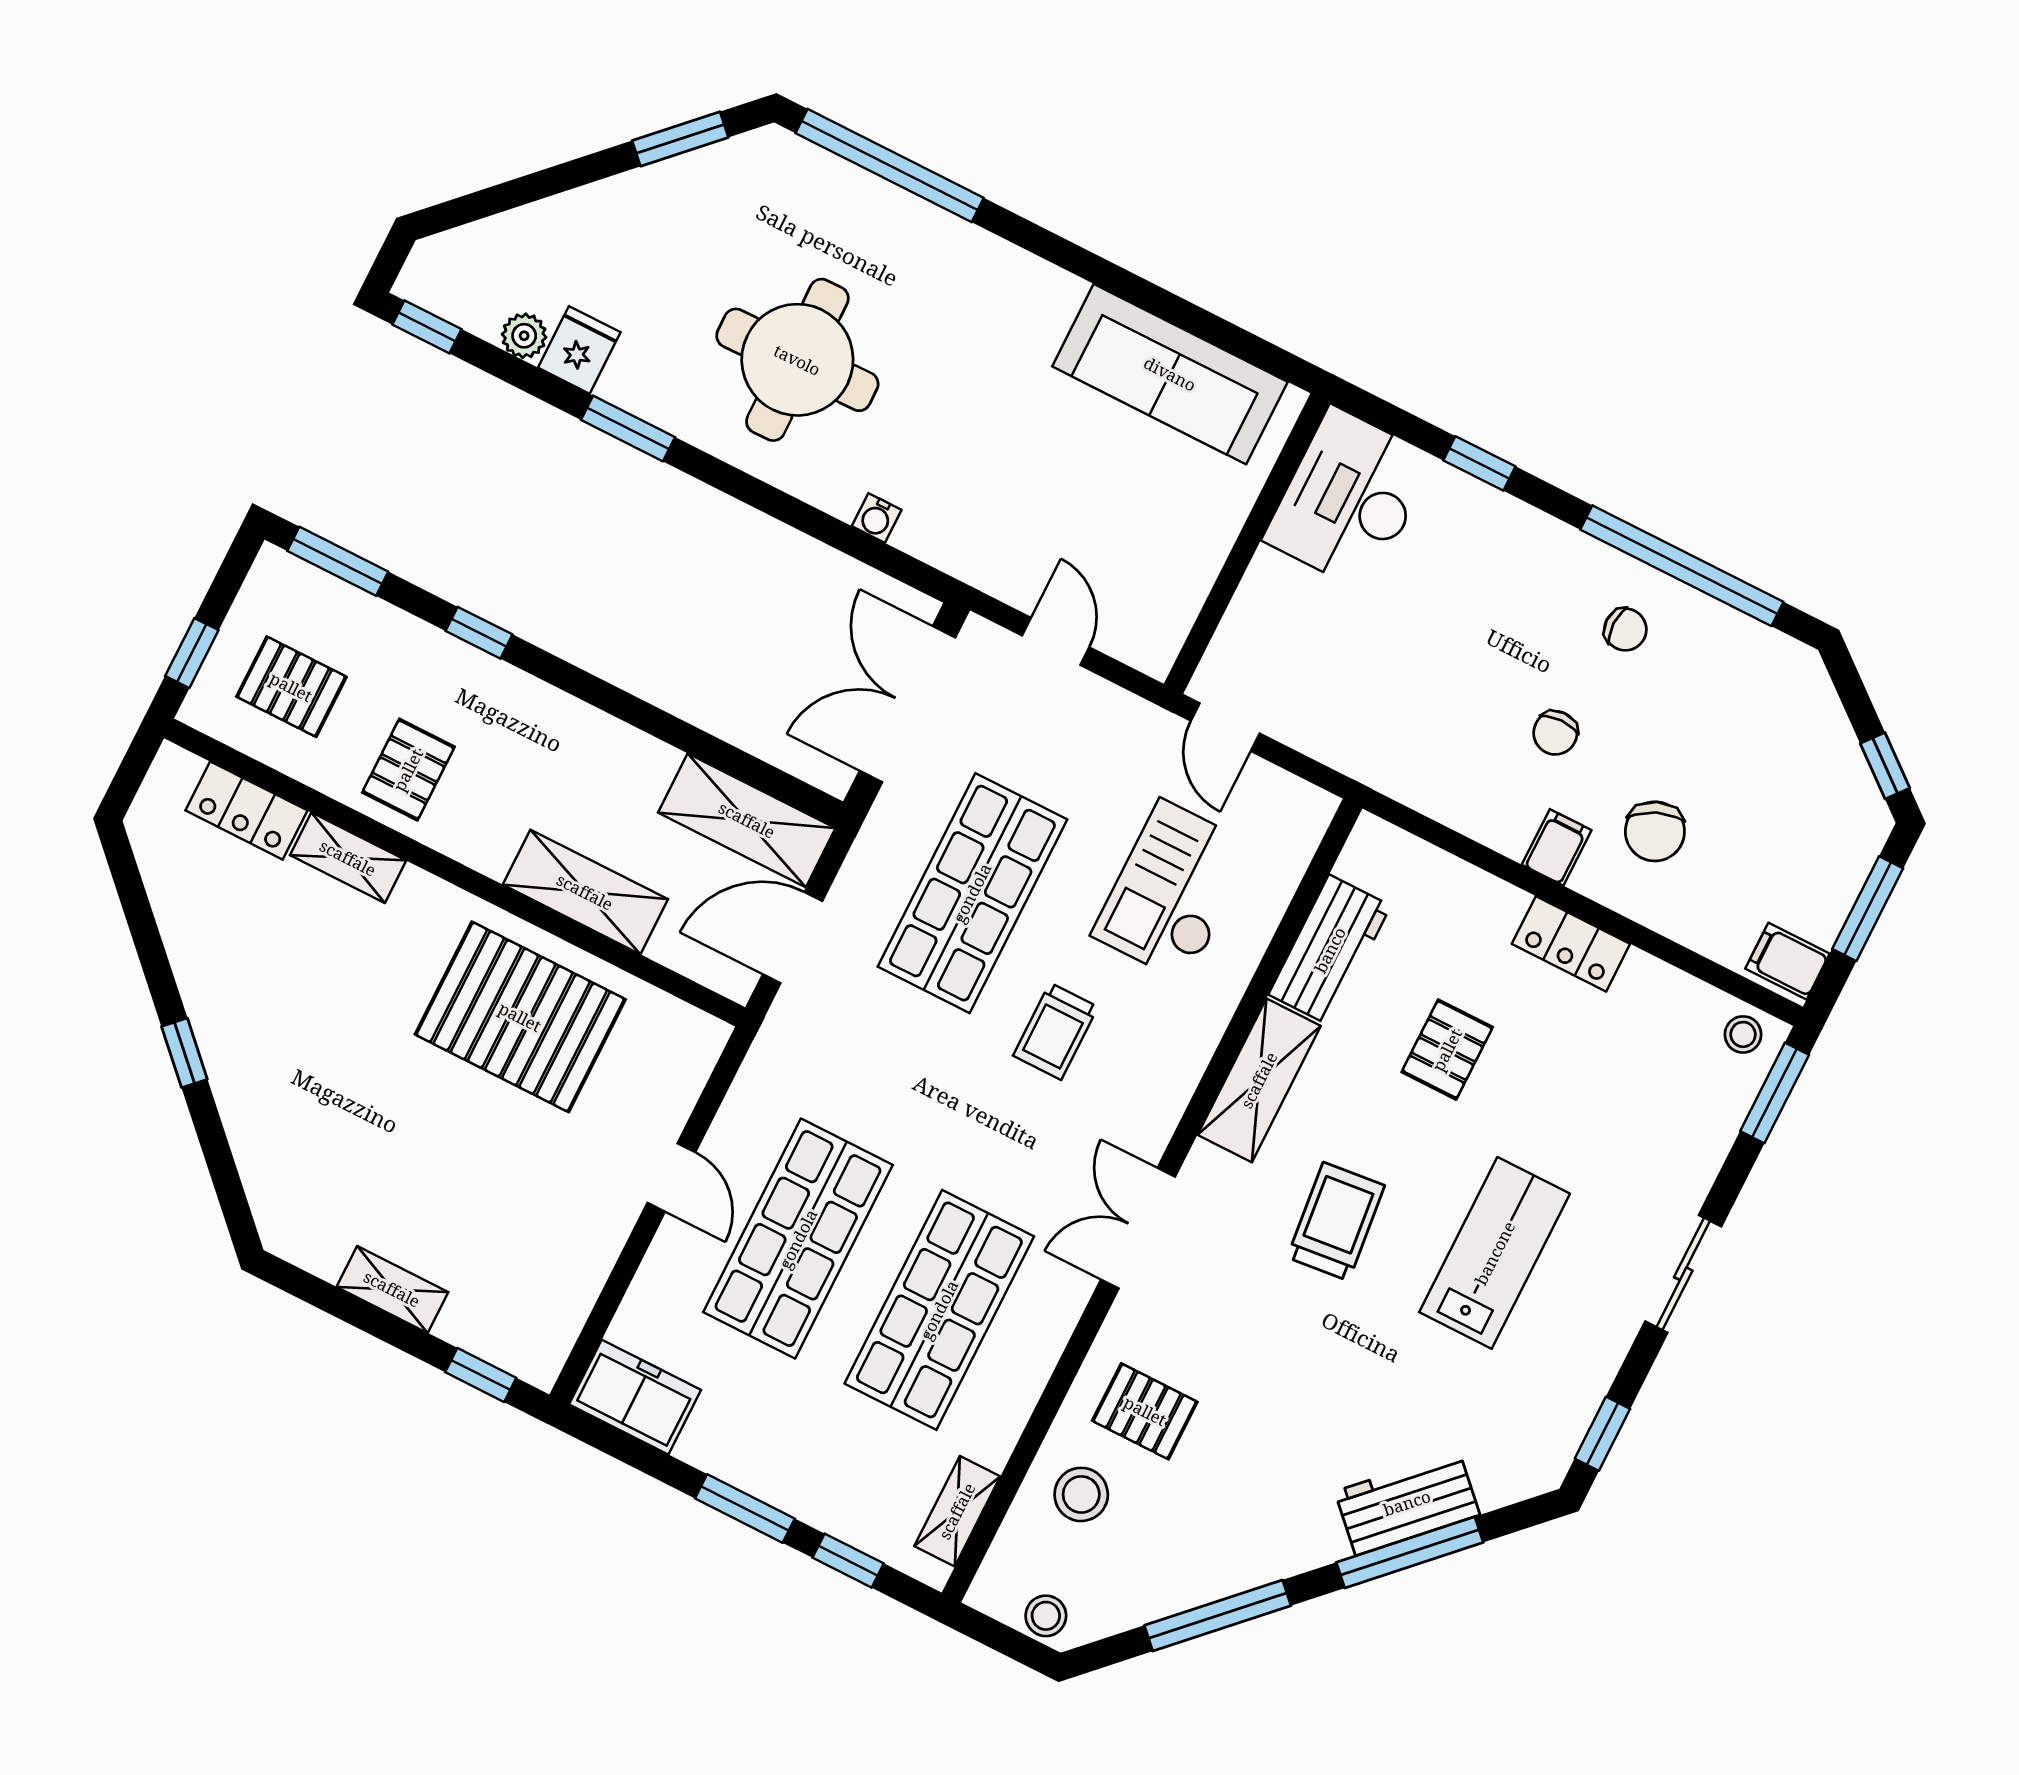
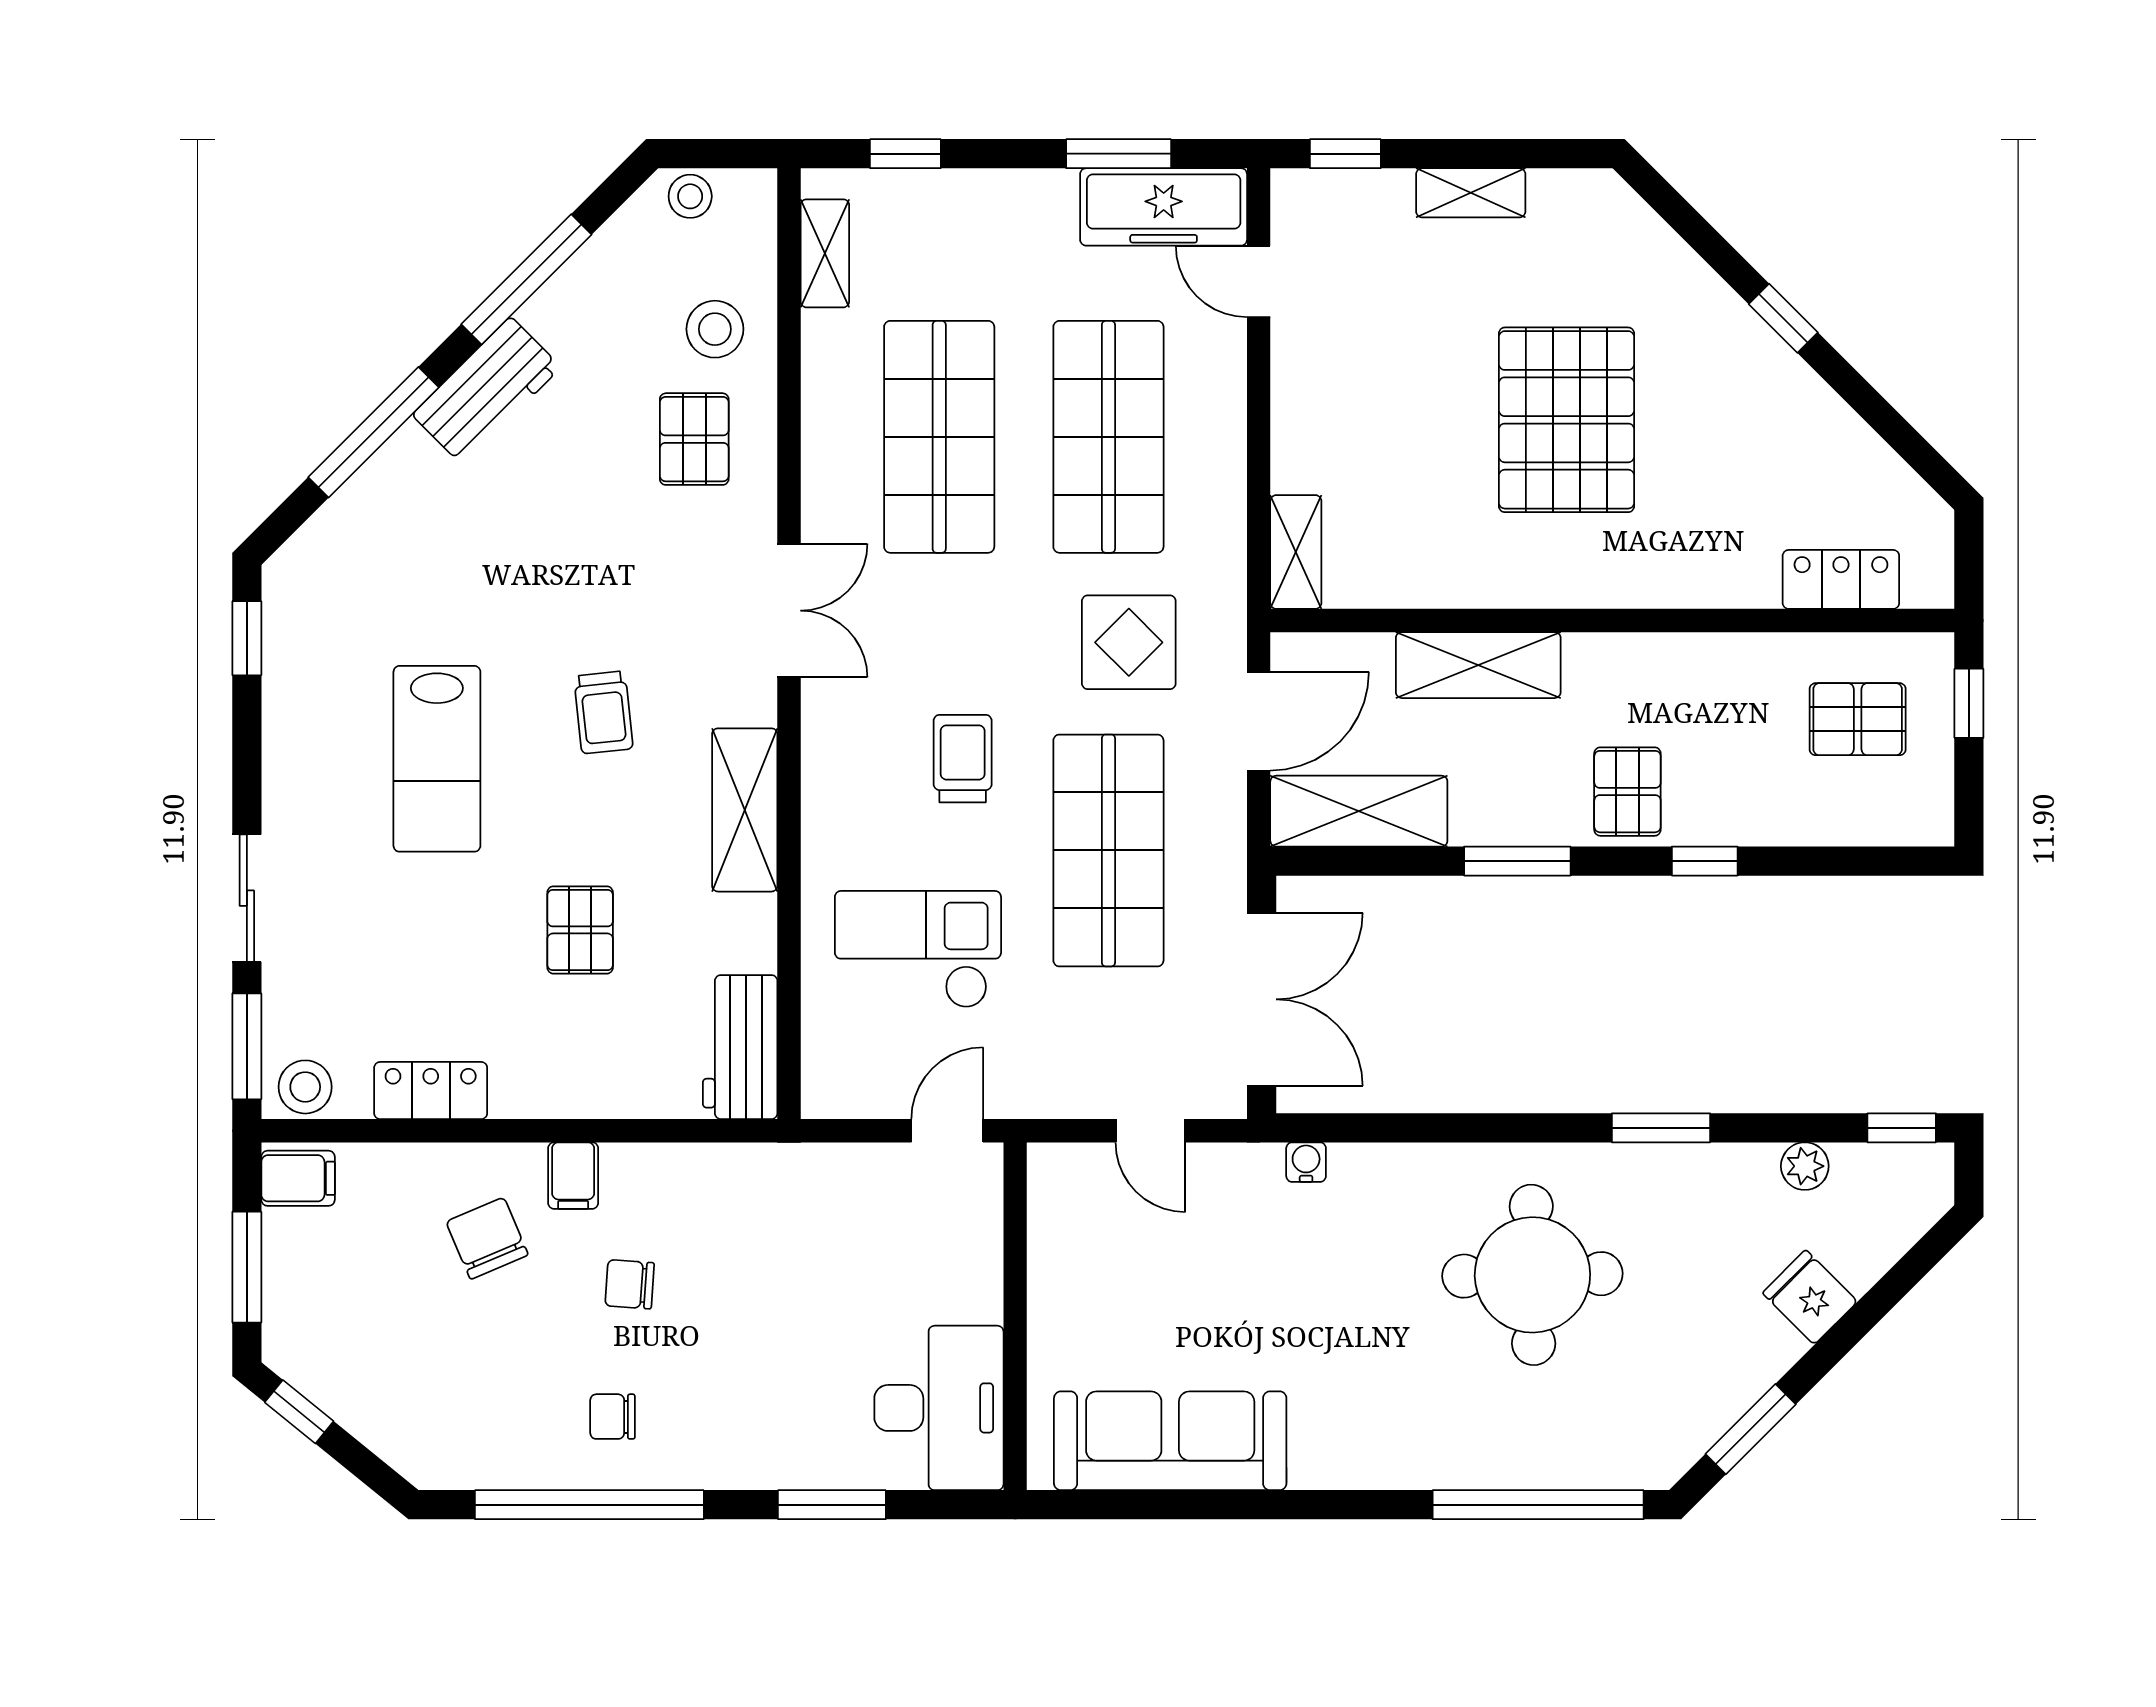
fridge: (579, 350) -> (1810, 1297), moved, turned 135
window: (1479, 463) -> (832, 1505), width x1.50
water cooler: (877, 518) -> (1306, 1162), moved
window: (338, 561) -> (1517, 861), moved
door: (1225, 727) -> (947, 1131), hinge flipped
chair: (1555, 733) -> (630, 1284), turned -85
pallet: (408, 770) -> (1627, 792), moved
shelving: (348, 858) -> (1296, 552), moved, turned 90
checkout: (1173, 891) -> (918, 949), turned -90
locker: (1571, 944) -> (431, 1091), moved
workbench: (1330, 950) -> (740, 1047), moved
pallet: (520, 1017) -> (1566, 420), moved, turned 90
stool: (1743, 1034) -> (305, 1087), width x1.37, depth x1.37
display table: (868, 1058) -> (1129, 642), added
door: (671, 1178) -> (1259, 281), moved
trolley: (1336, 1221) -> (603, 712), width x0.73, depth x0.72
sliding door: (1683, 1274) -> (247, 898), moved
freezer: (635, 1397) -> (1164, 207), width x1.40
pallet: (1145, 1411) -> (694, 439), turned 90
workbench: (1407, 1503) -> (487, 391), moved
window: (745, 1509) -> (1119, 154), moved

